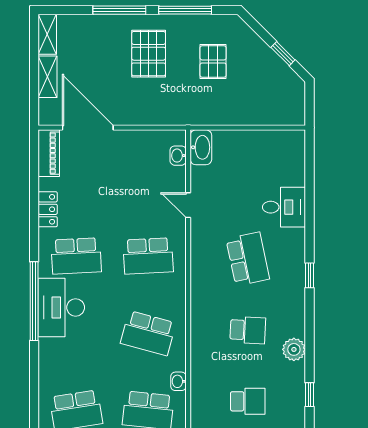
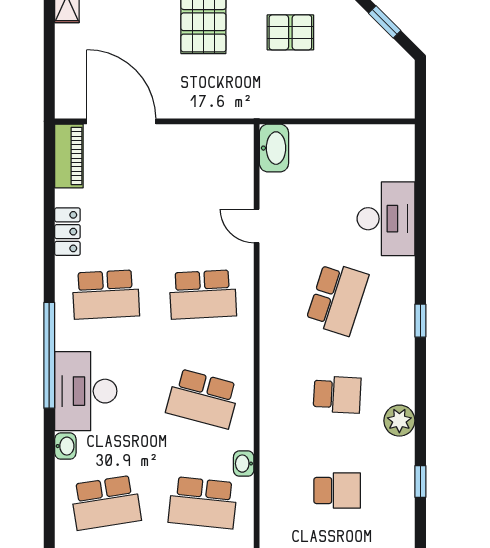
pallet: (213, 61) -> (290, 32), turned 90
shelving: (48, 77) -> (67, 53), removed
washbasin: (178, 156) -> (65, 446), moved, turned 180
desk: (284, 207) -> (386, 219), width x1.37
school desk: (248, 259) -> (337, 299), turned 30
desk: (61, 307) -> (86, 391), moved

